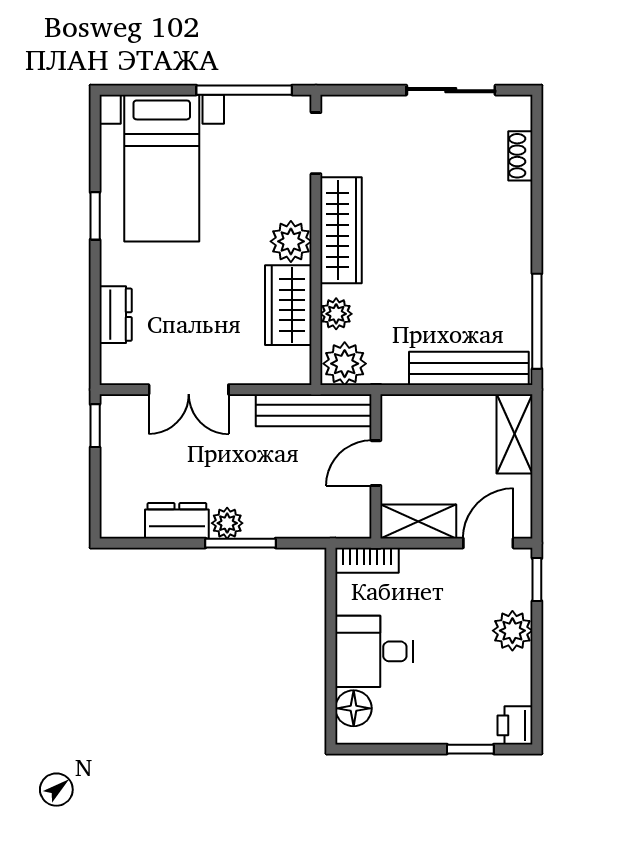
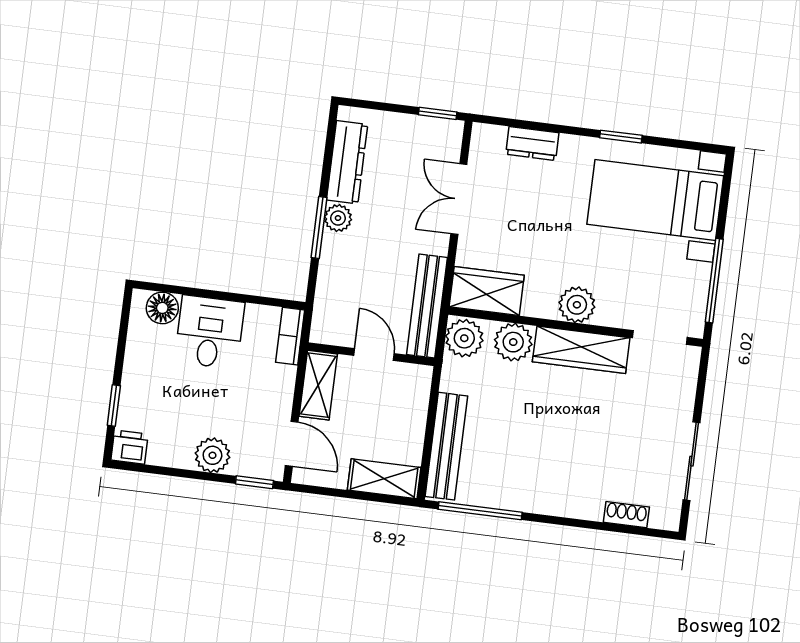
wardrobe: (288, 305) -> (487, 291), moved
plant: (336, 314) -> (513, 342), width x1.38, depth x1.38
dresser: (177, 521) -> (347, 162), width x1.44

